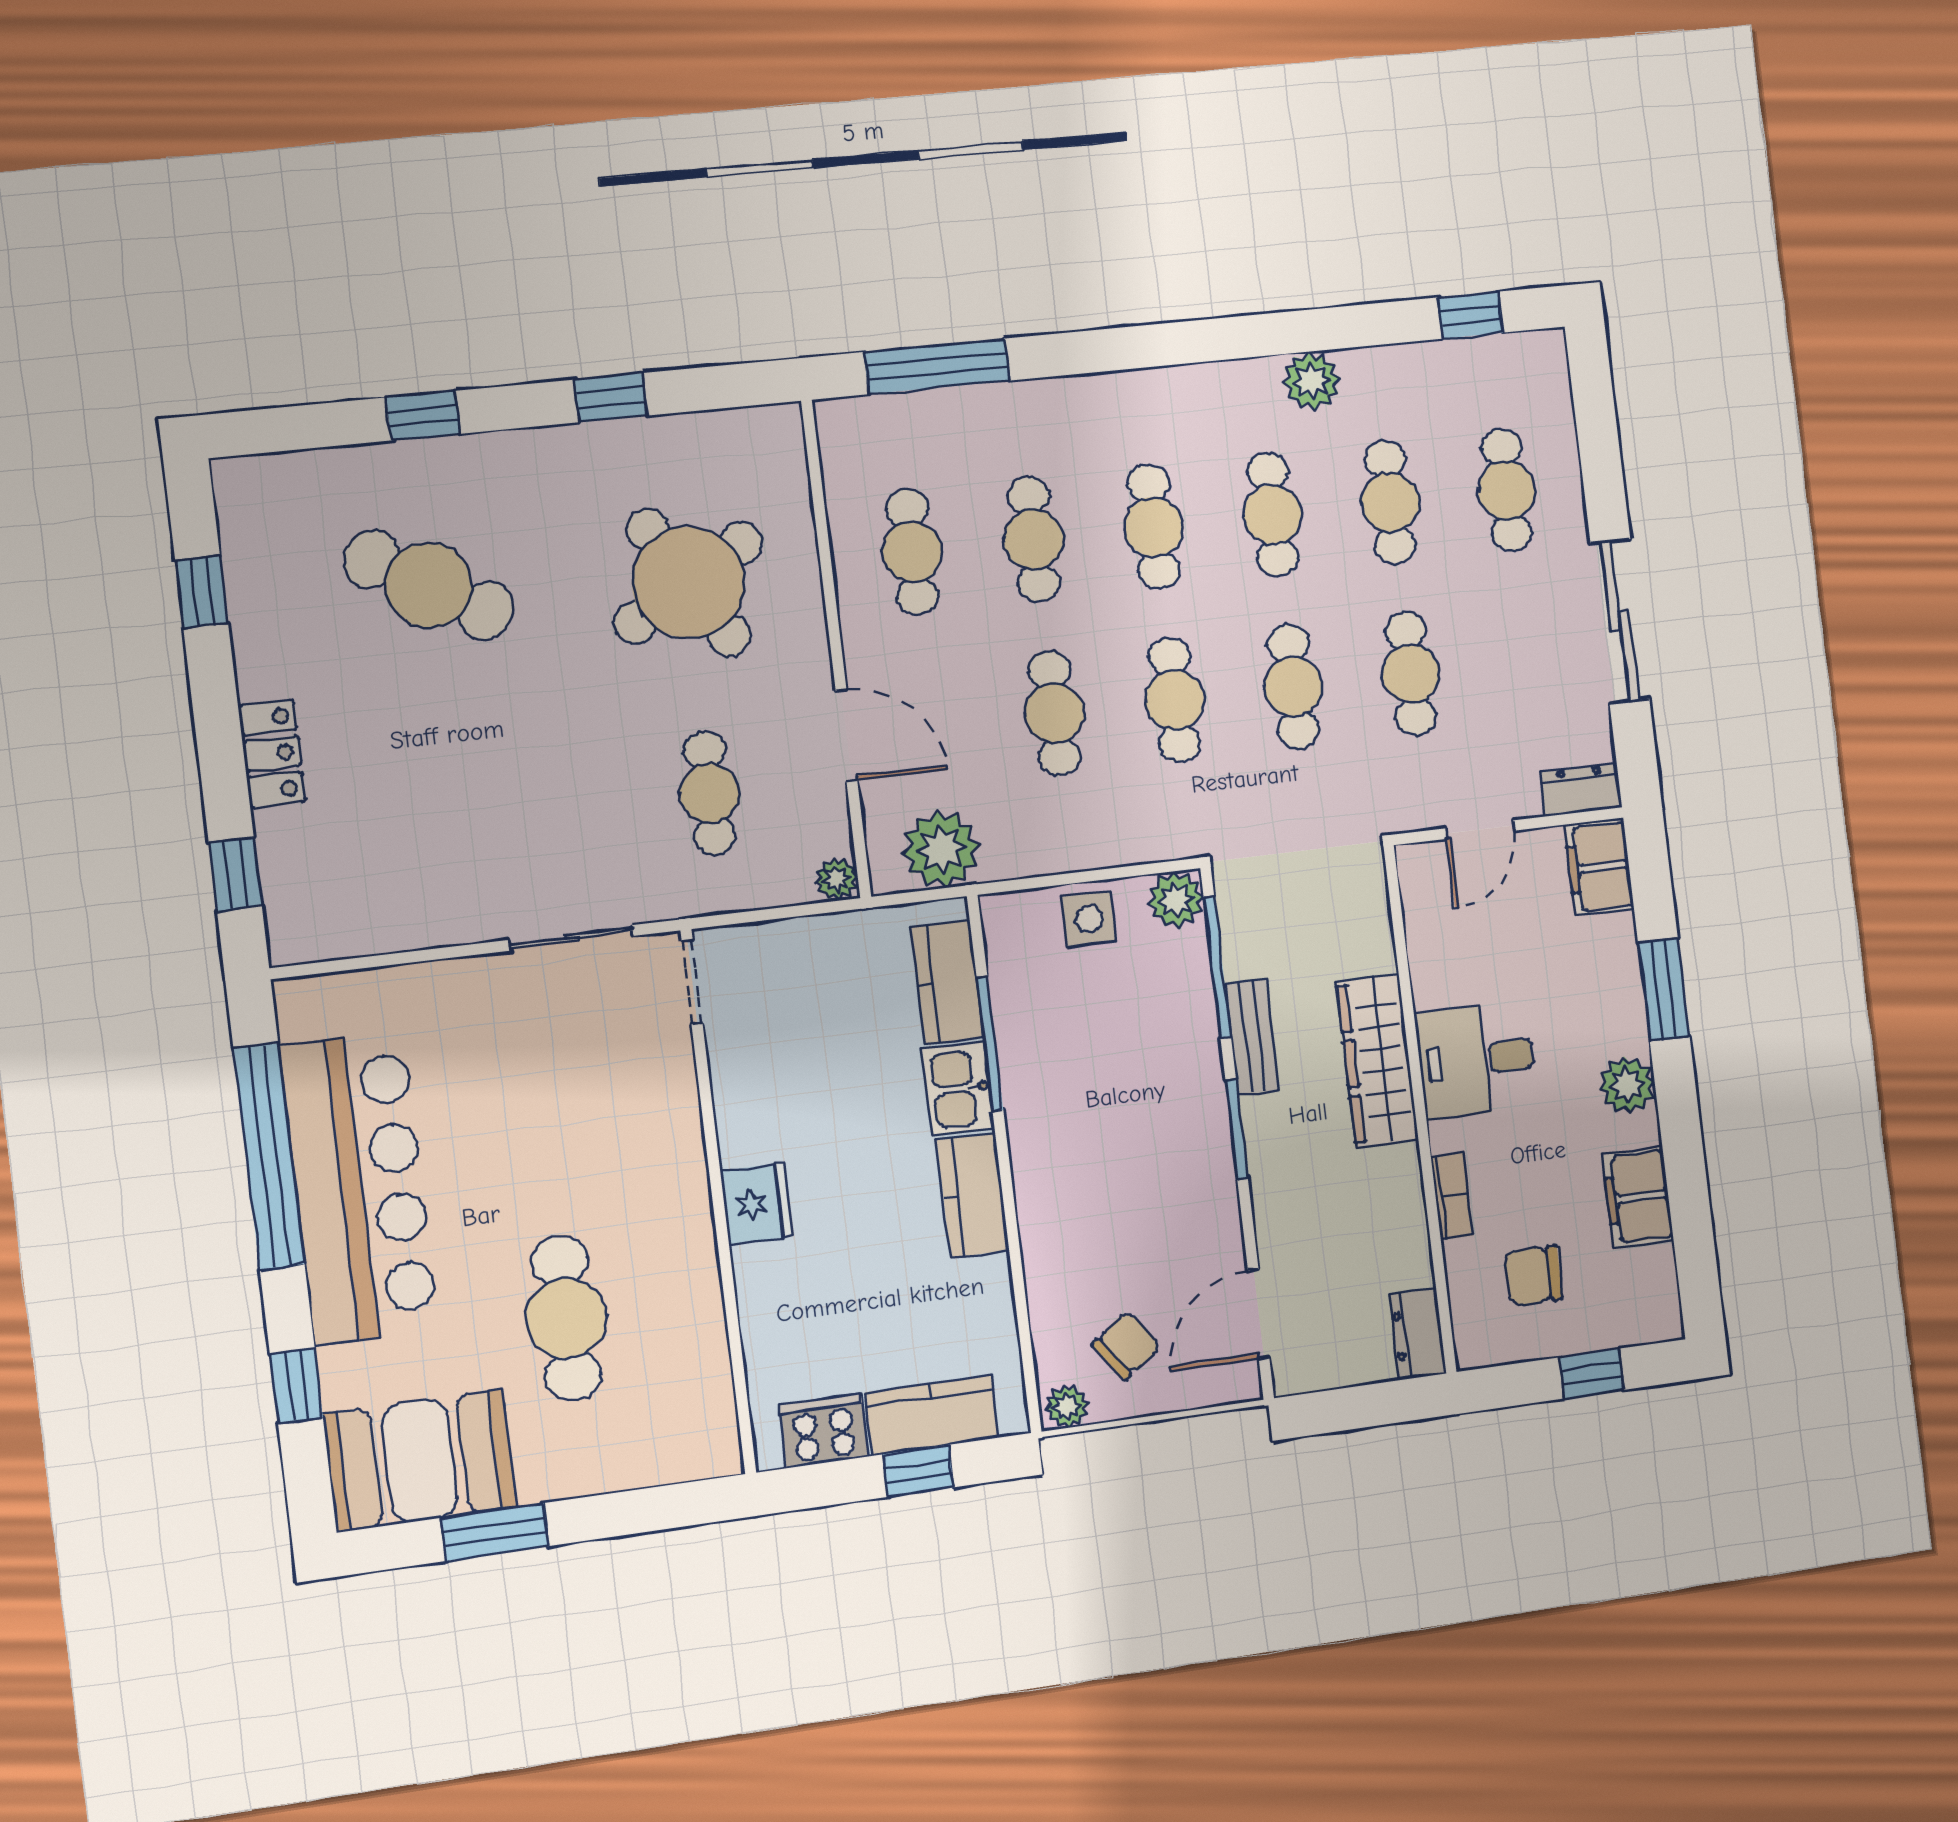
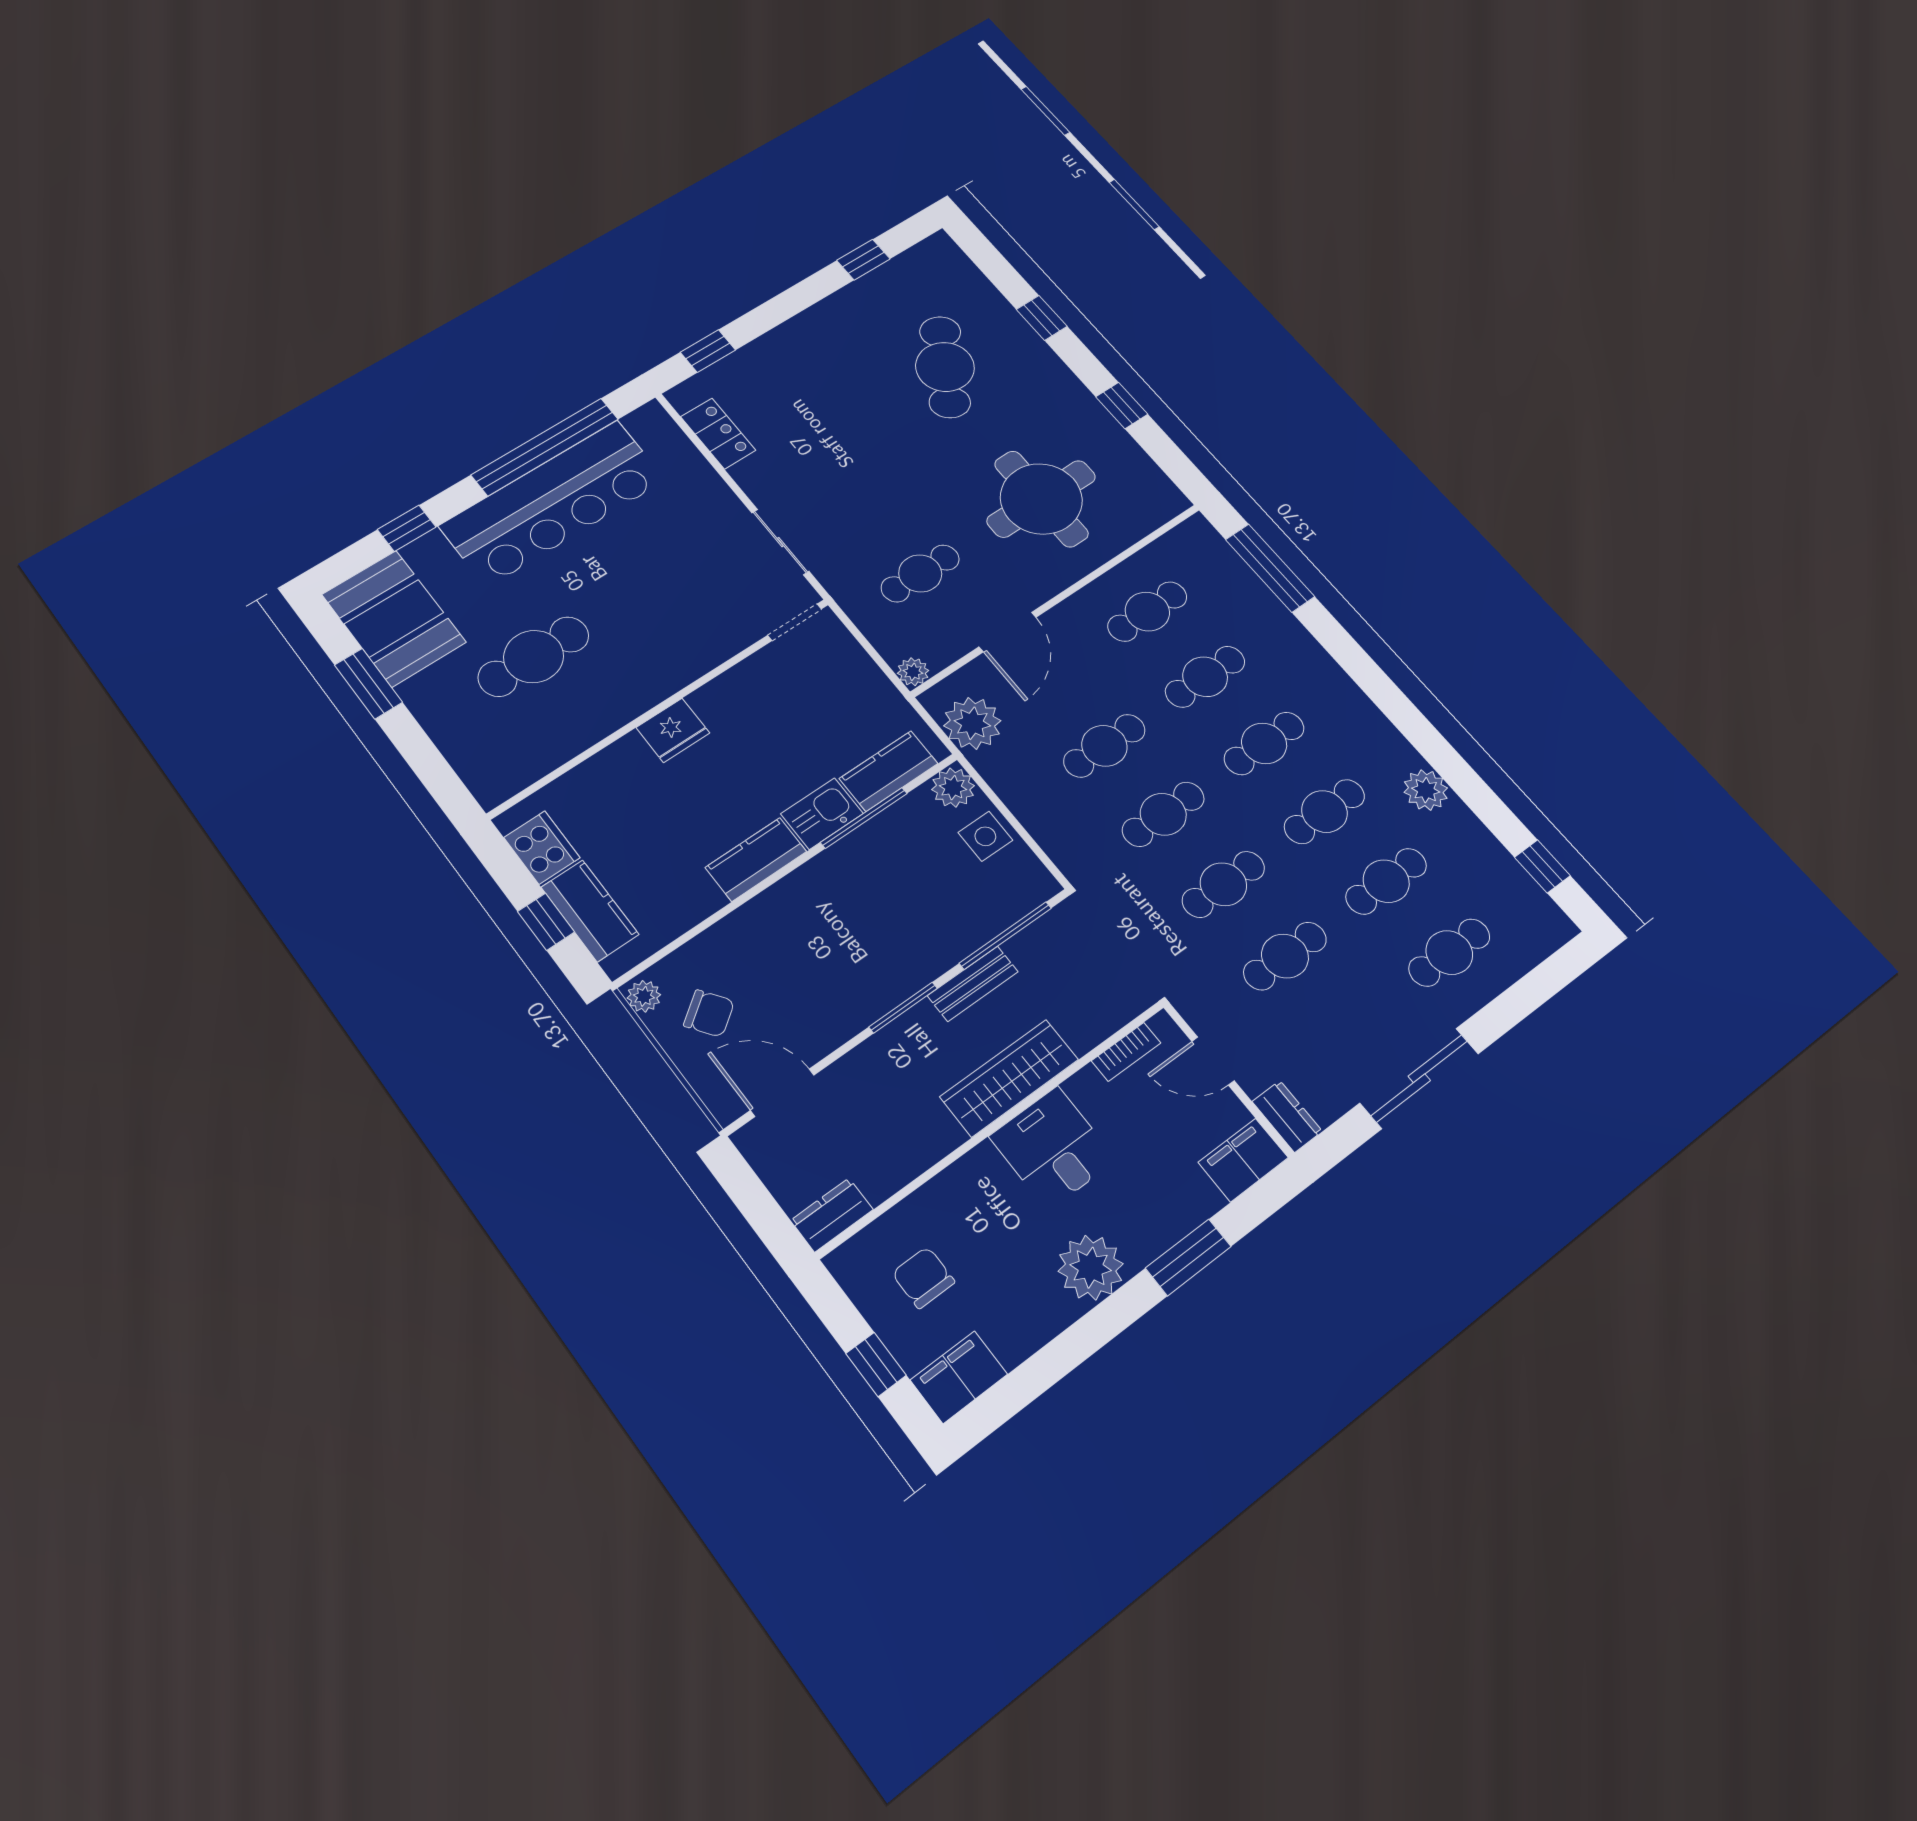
round table: (688, 583) -> (1041, 499), turned 31
locker: (272, 754) -> (718, 433), moved, turned -90
plant: (1176, 900) -> (953, 788), moved
plant: (1627, 1085) -> (1091, 1268), width x1.36, depth x1.36
bookcase: (1452, 1196) -> (1126, 1052), moved
filing cabinet: (1638, 1197) -> (959, 1377), moved

